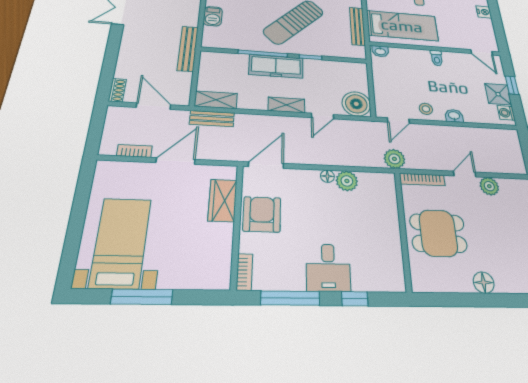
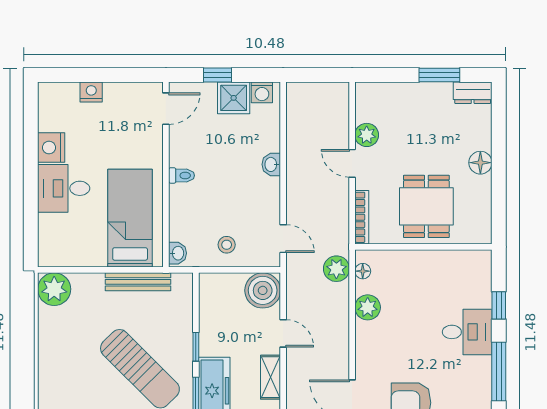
stool: (426, 109) -> (227, 245), moved
plant: (394, 159) -> (336, 269), moved
floor lamp: (327, 176) -> (363, 271), moved

